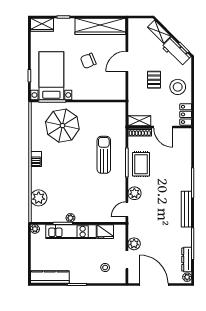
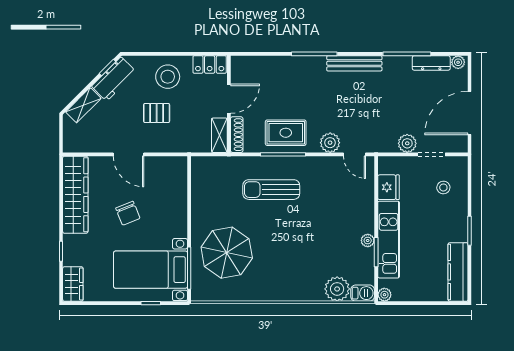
barbecue: (36, 159) -> (363, 293), moved

